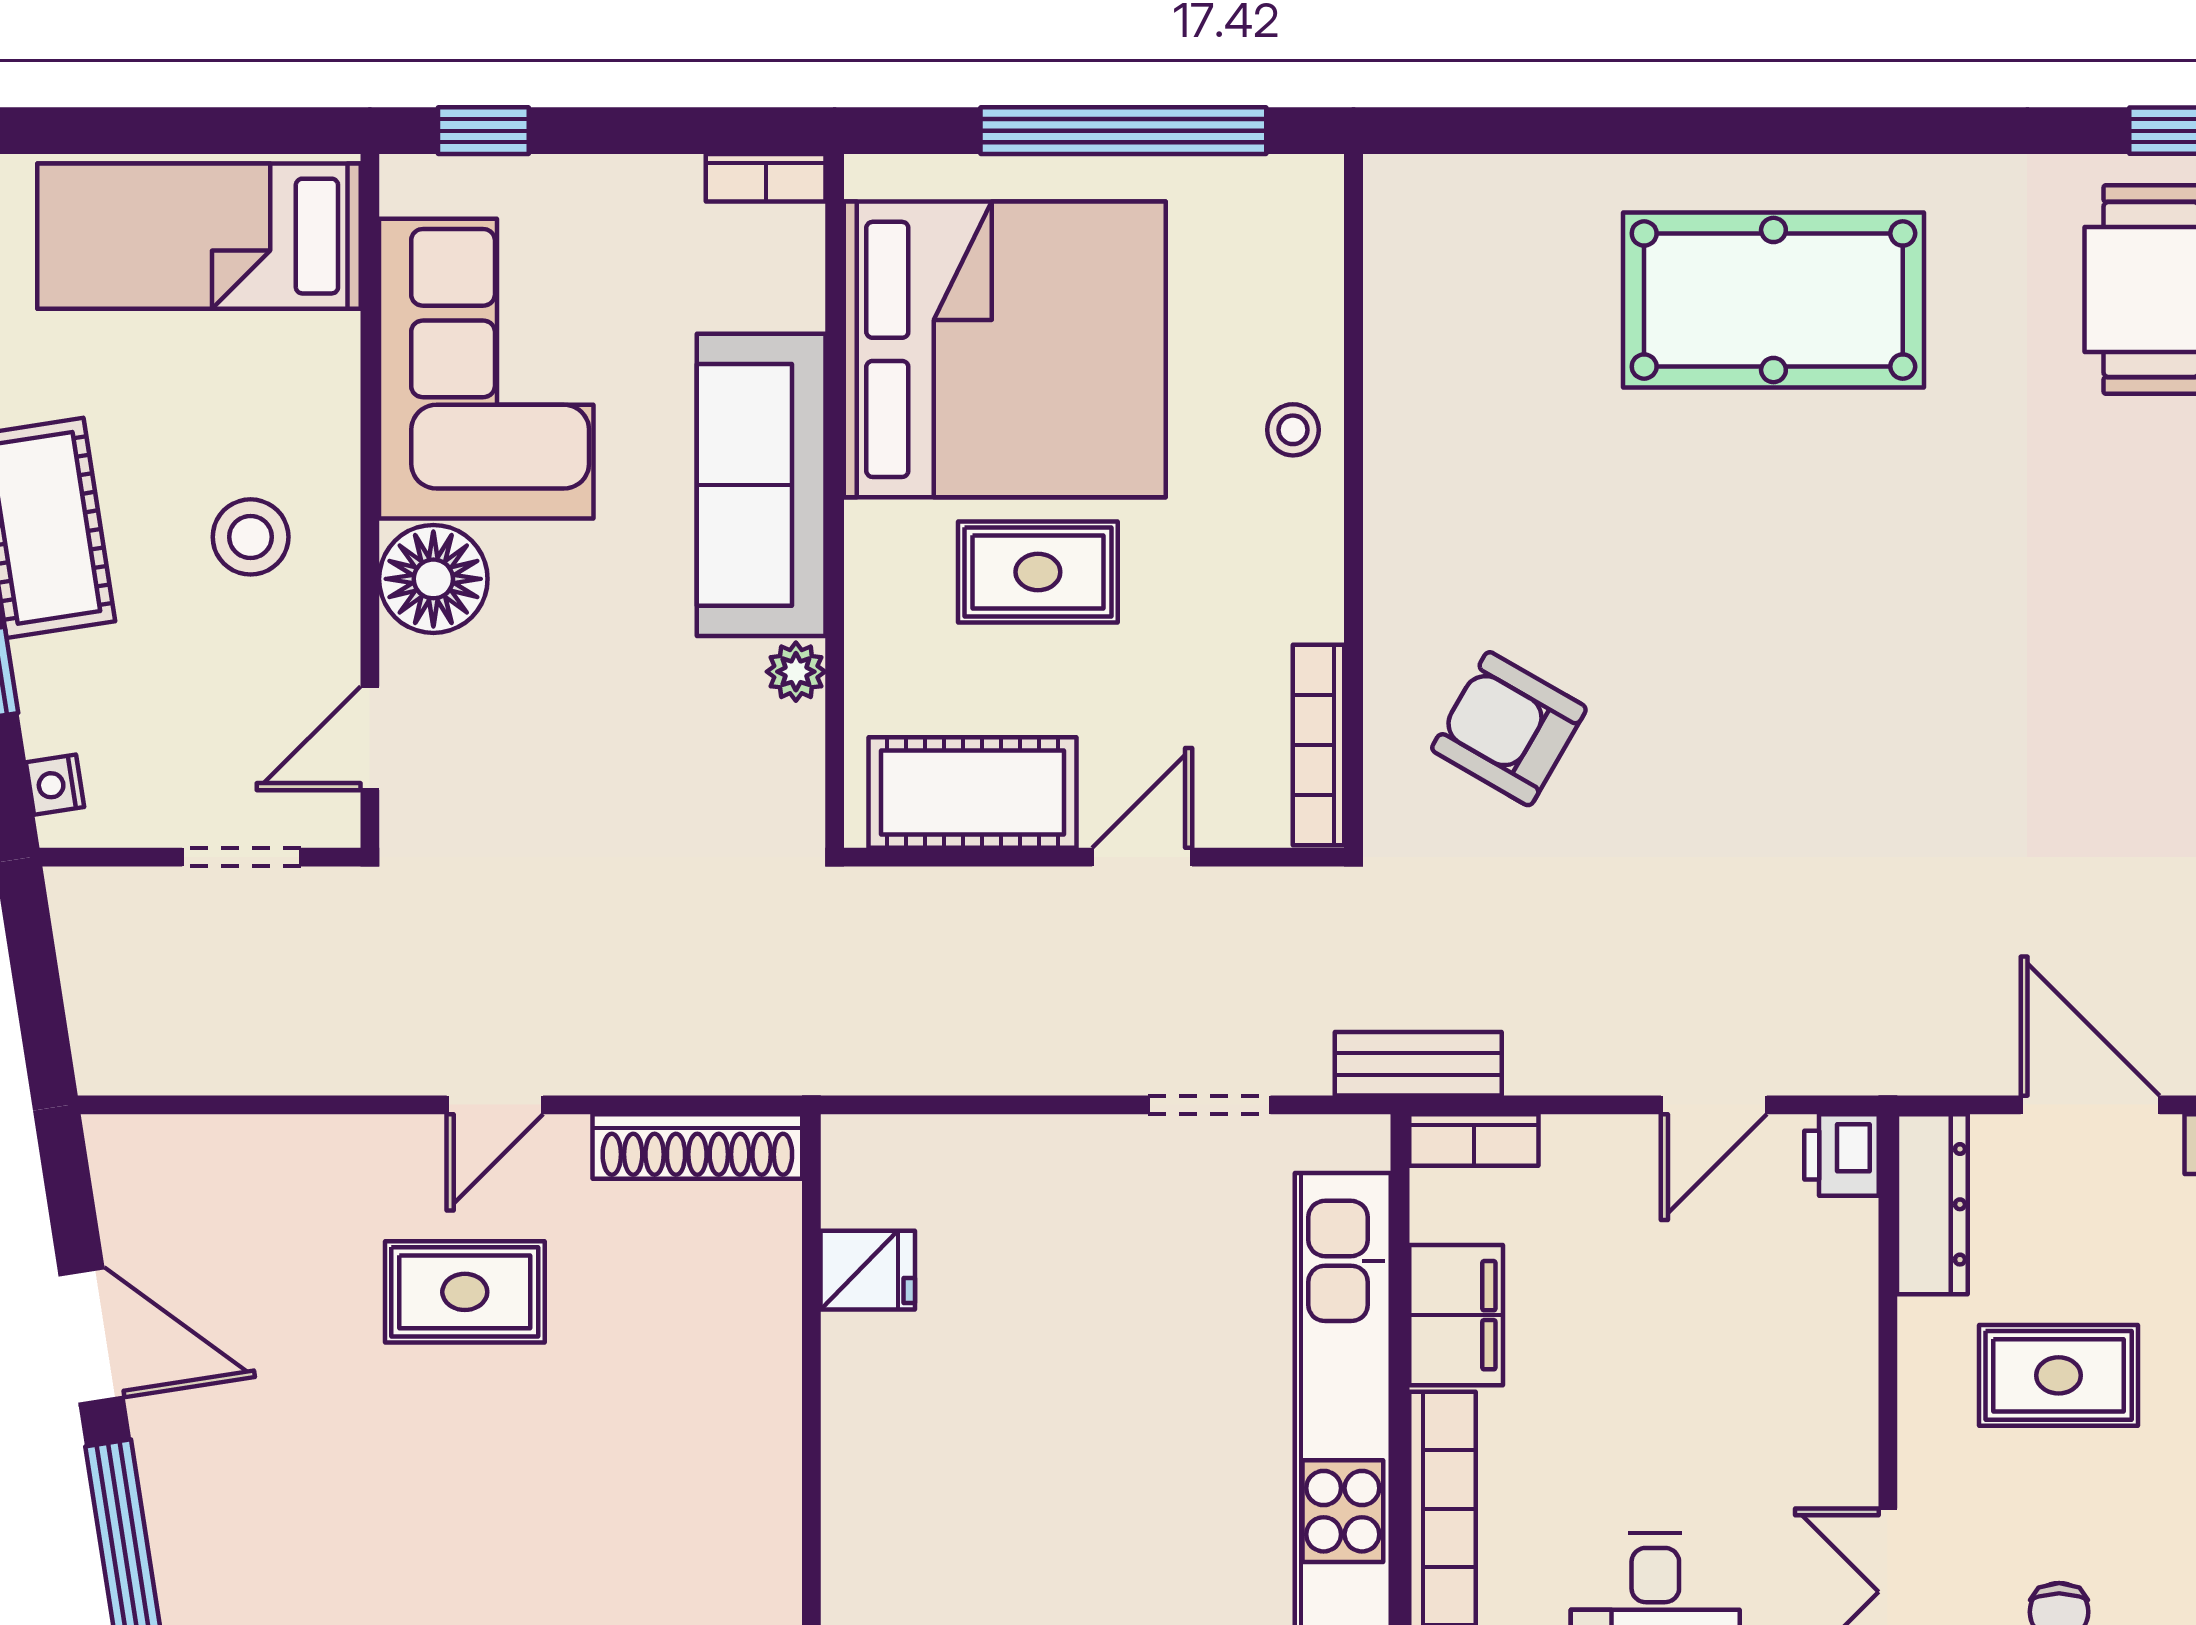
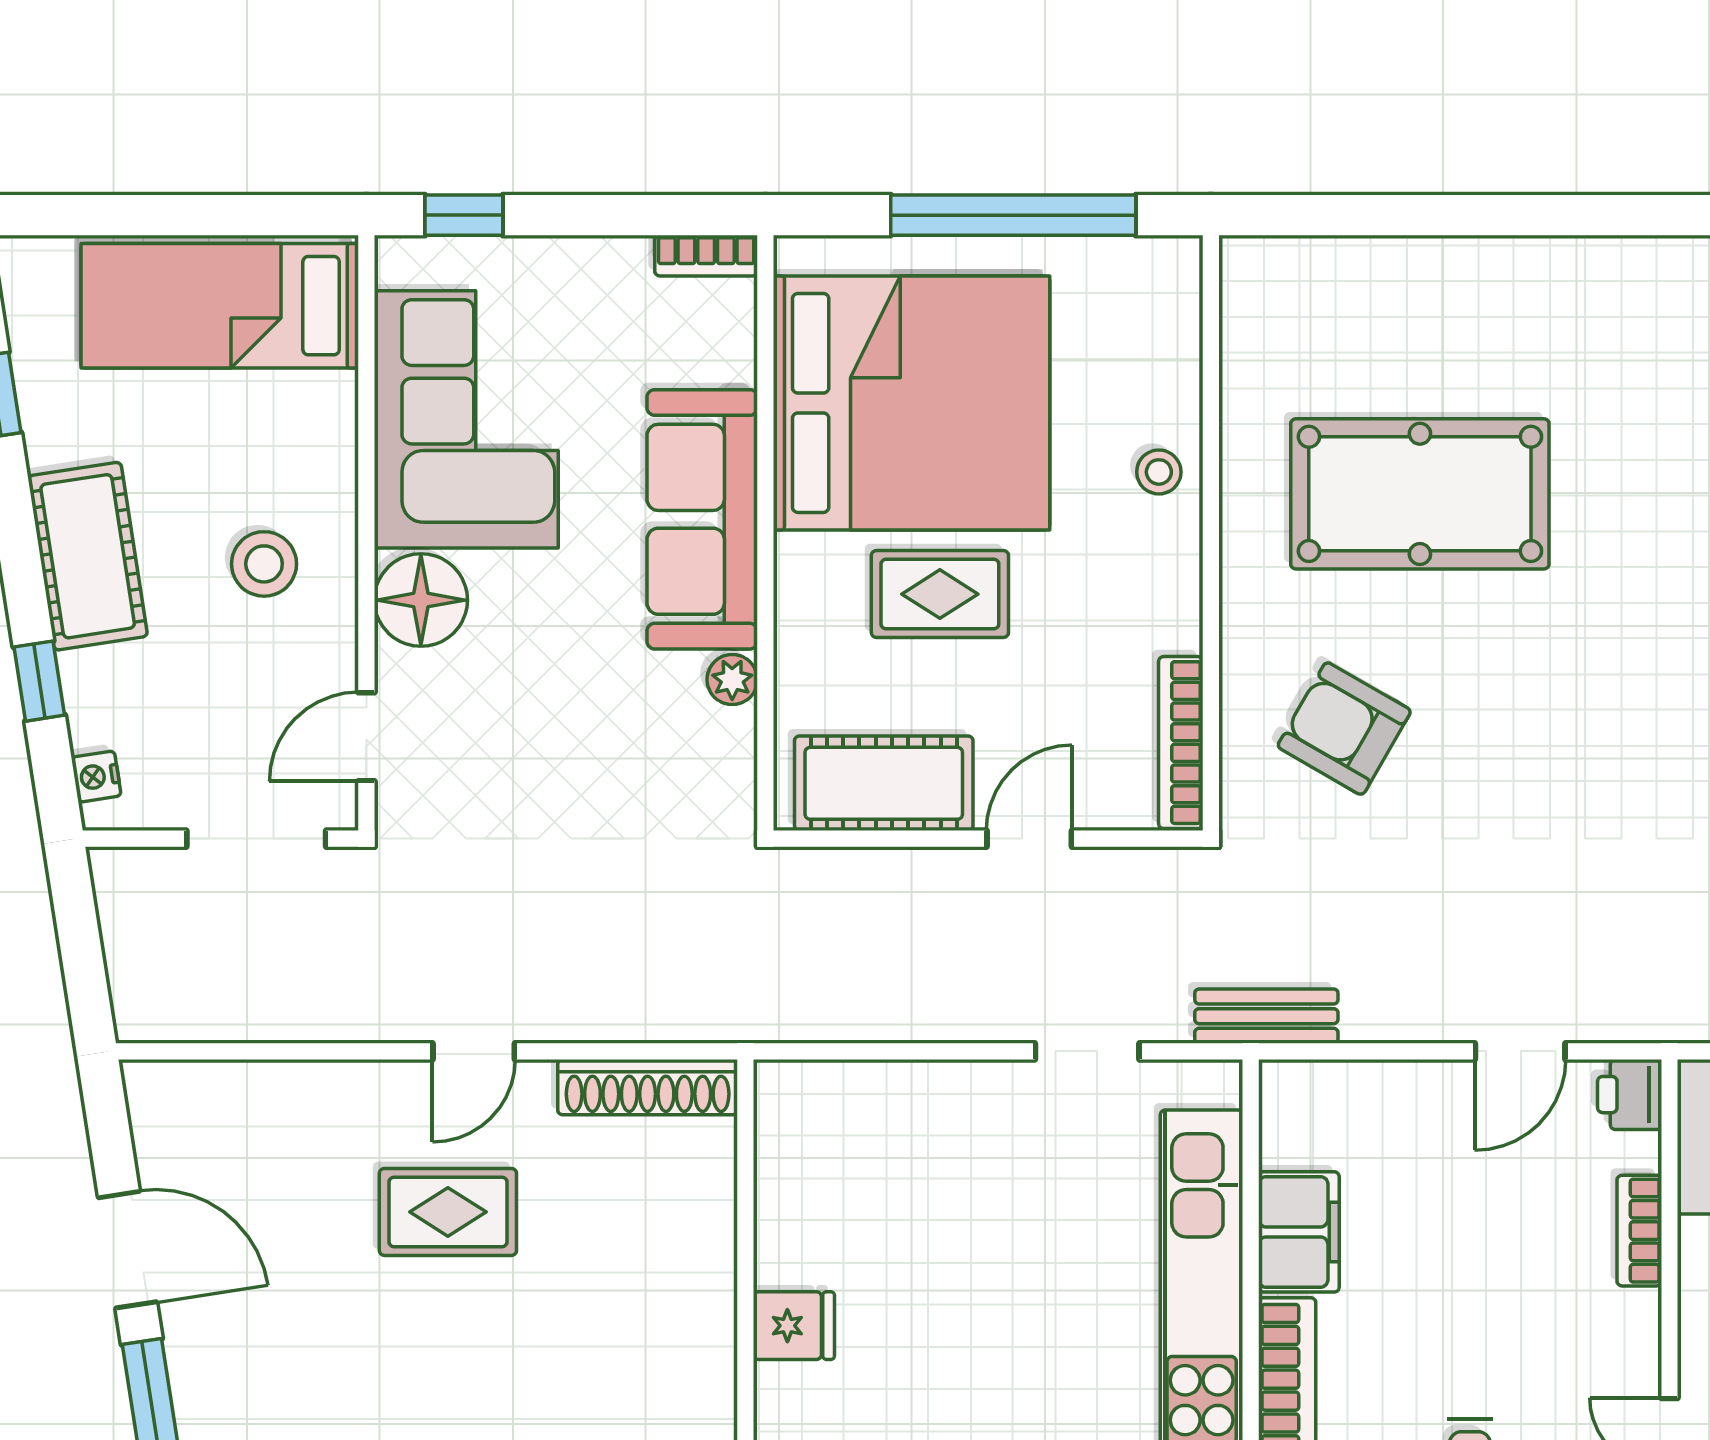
pool table: (1773, 300) -> (1420, 494), moved
doorway: (242, 857) -> (256, 839), width x1.38
bookcase: (1474, 1140) -> (1639, 1231), moved, turned 90
fridge: (868, 1270) -> (794, 1326), moved

